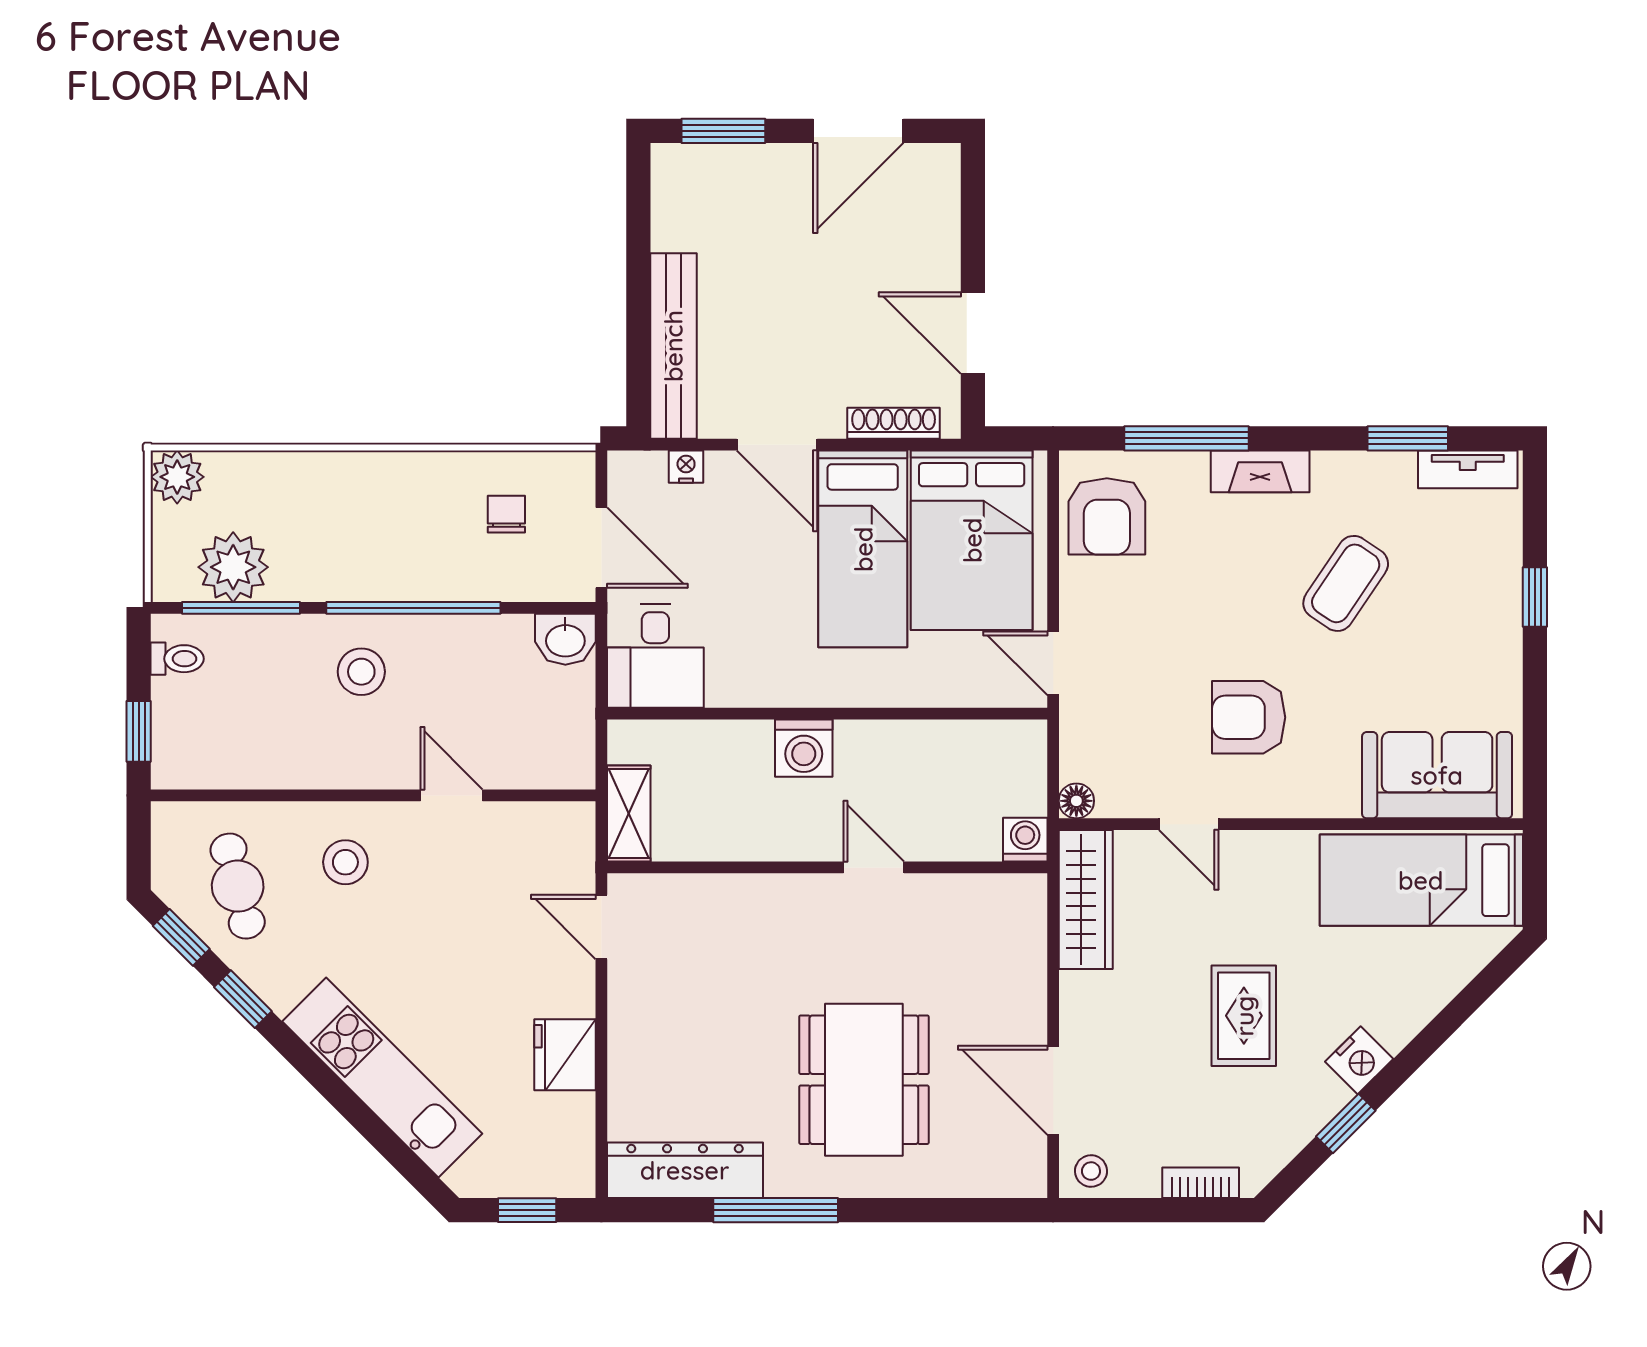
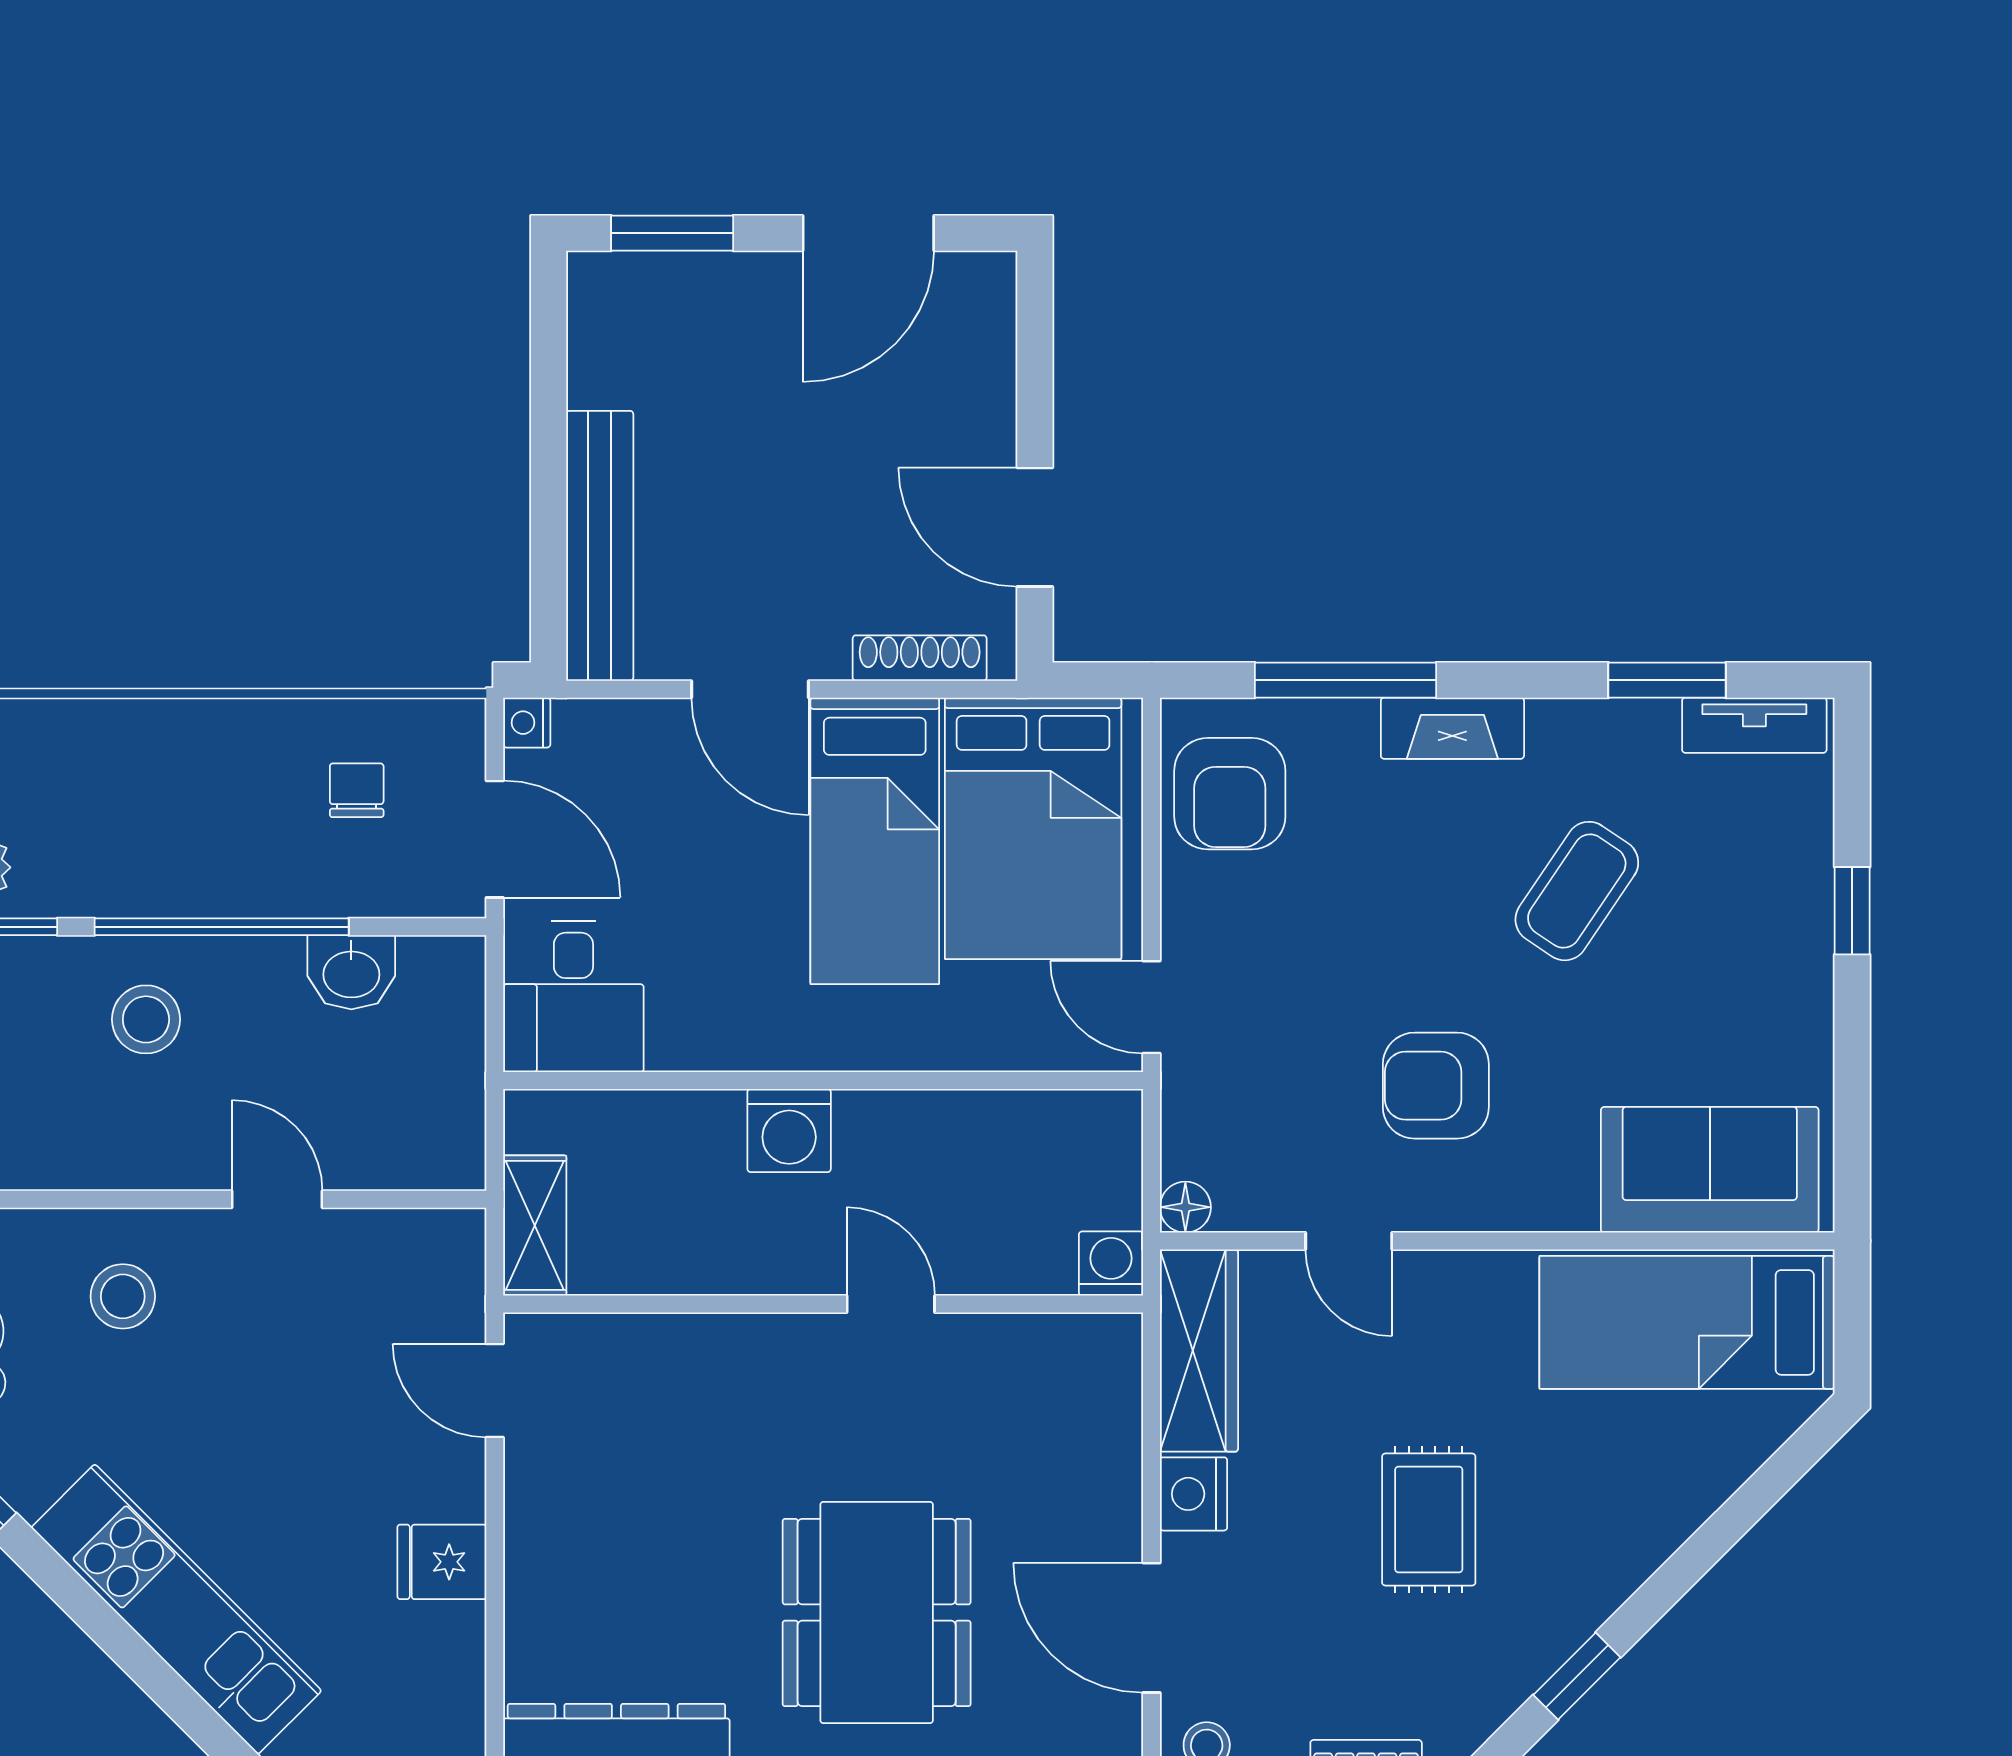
nightstand: (686, 467) -> (527, 723), moved, turned -90
washbasin: (565, 639) -> (351, 972), moved
fridge: (565, 1055) -> (442, 1562), width x0.72
nightstand: (1359, 1060) -> (1194, 1494), moved, turned 135

